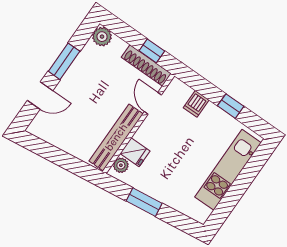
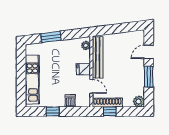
fridge: (135, 152) -> (83, 69), moved
window: (144, 202) -> (51, 37), moved

